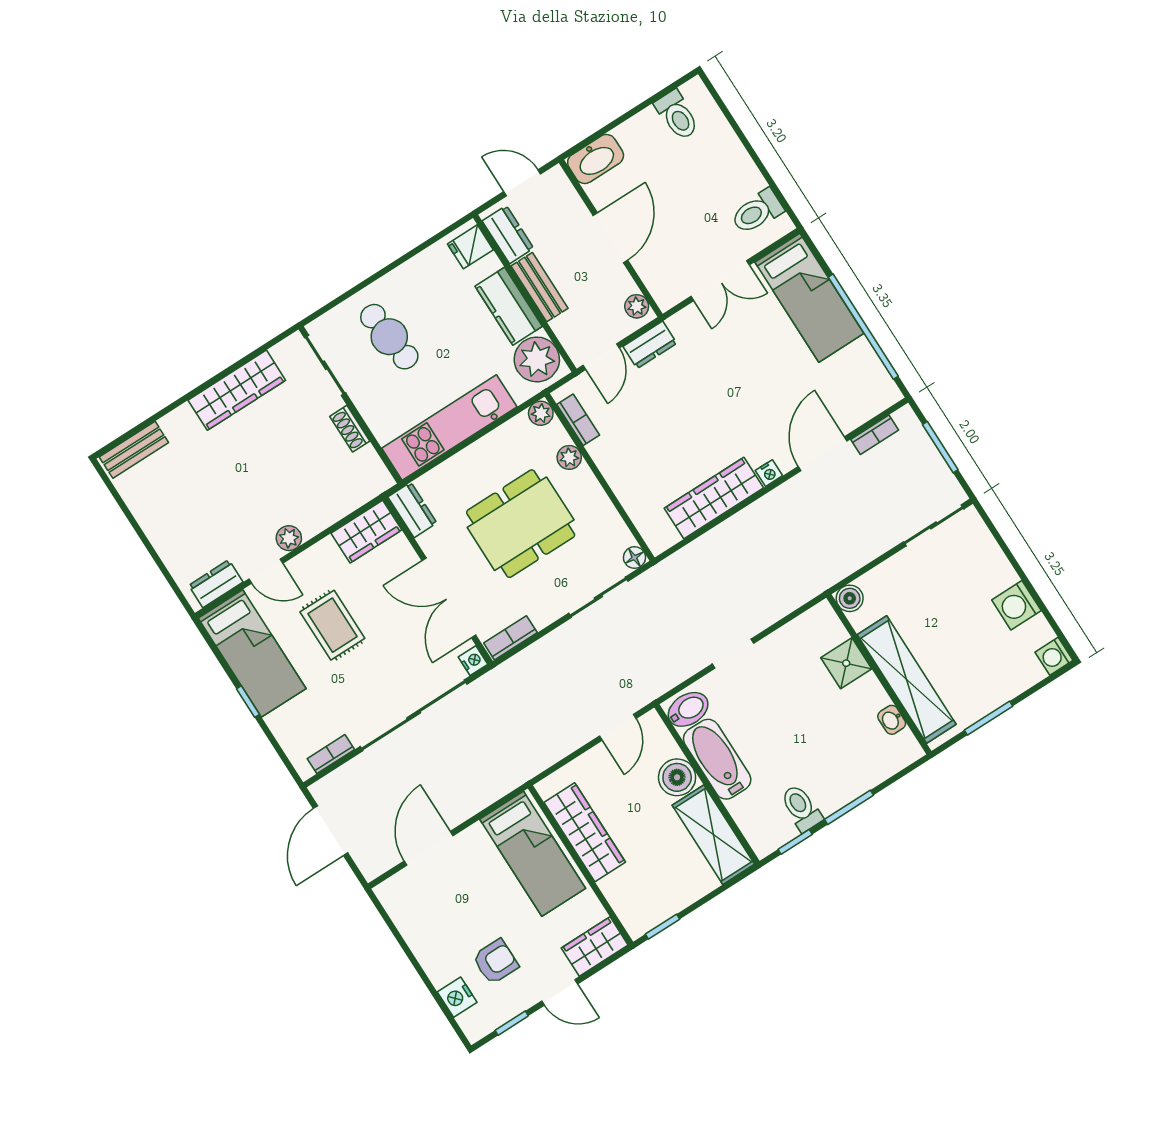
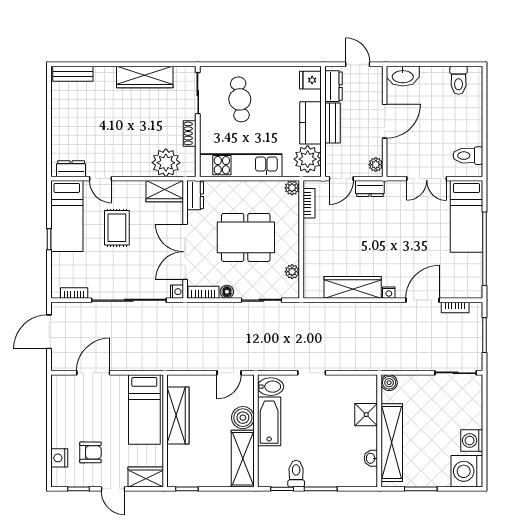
plant: (569, 457) -> (292, 272), moved
plant: (289, 538) -> (166, 163), moved, width x1.87, depth x1.87
floor lamp: (634, 558) -> (227, 292), moved
washing machine: (1054, 656) -> (467, 471), width x1.89, depth x1.89

